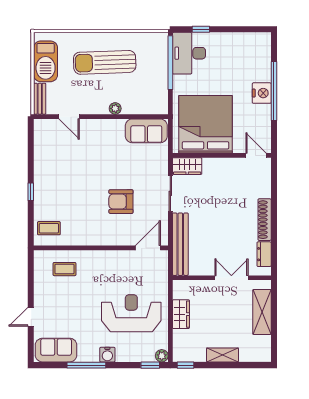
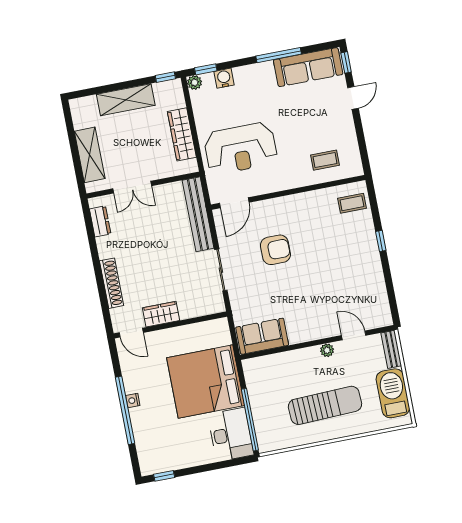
window: (201, 29) -> (164, 476), moved
nightstand: (262, 93) -> (133, 400), width x0.53, depth x0.56
plant: (115, 108) -> (327, 350), moved
bed: (206, 124) -> (206, 382), moved, turned 90
wardrobe: (187, 166) -> (161, 314), moved
shoe rack: (265, 220) -> (112, 283), moved
reception desk: (131, 313) -> (241, 148), moved
wardrobe: (181, 314) -> (182, 134), width x1.50
window: (31, 348) -> (346, 62), added
sofa: (56, 350) -> (308, 67), width x1.36
water cooler: (107, 355) -> (224, 78), moved
shelving: (223, 355) -> (126, 100), width x1.50, depth x1.33

